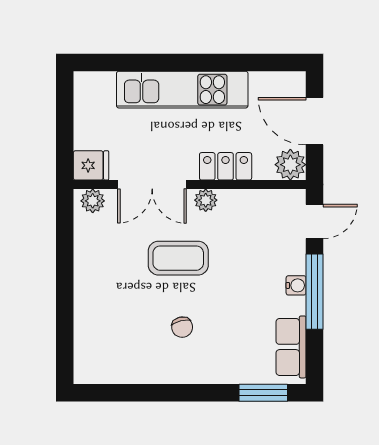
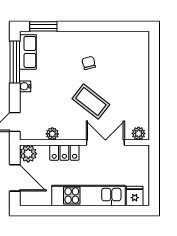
fridge: (91, 165) -> (135, 196), moved, turned 90
plant: (206, 200) -> (52, 134), moved
coffee table: (178, 258) -> (91, 102), turned 38
window: (314, 292) -> (15, 62), moved

